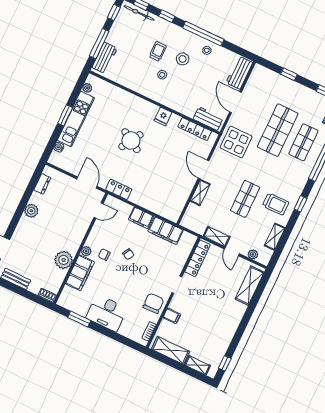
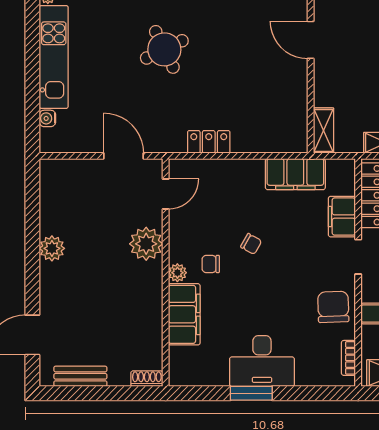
window: (65, 115) -> (32, 60), removed
round table: (131, 141) -> (164, 49), turned 33
dresser: (42, 184) -> (49, 194), removed
locker: (119, 189) -> (209, 142), moved
shelving: (200, 193) -> (323, 131), moved
filing cabinet: (141, 218) -> (342, 217), moved, turned 90
plant: (64, 260) -> (146, 244), moved
window: (79, 319) -> (251, 393), moved

